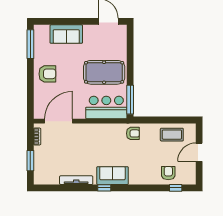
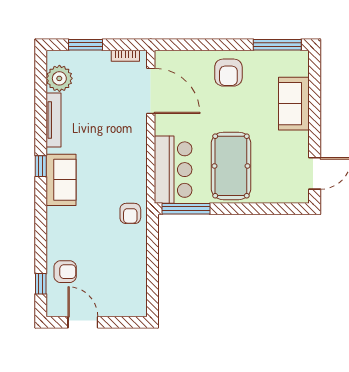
coffee table: (172, 135) -> (128, 277), removed
door: (199, 152) -> (83, 322), moved
plant: (51, 177) -> (59, 78), added

